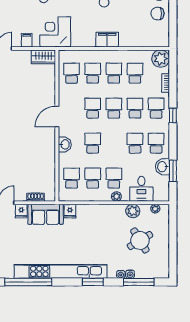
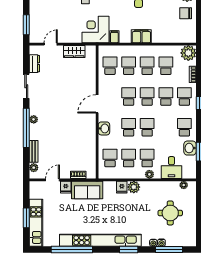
filing cabinet: (27, 40) -> (114, 37), moved
wardrobe: (43, 57) -> (74, 51), moved
school desk: (135, 143) -> (147, 127), moved
fridge: (70, 211) -> (122, 187), moved
plant: (133, 211) -> (134, 187), moved
round table: (140, 240) -> (170, 213), turned 31

